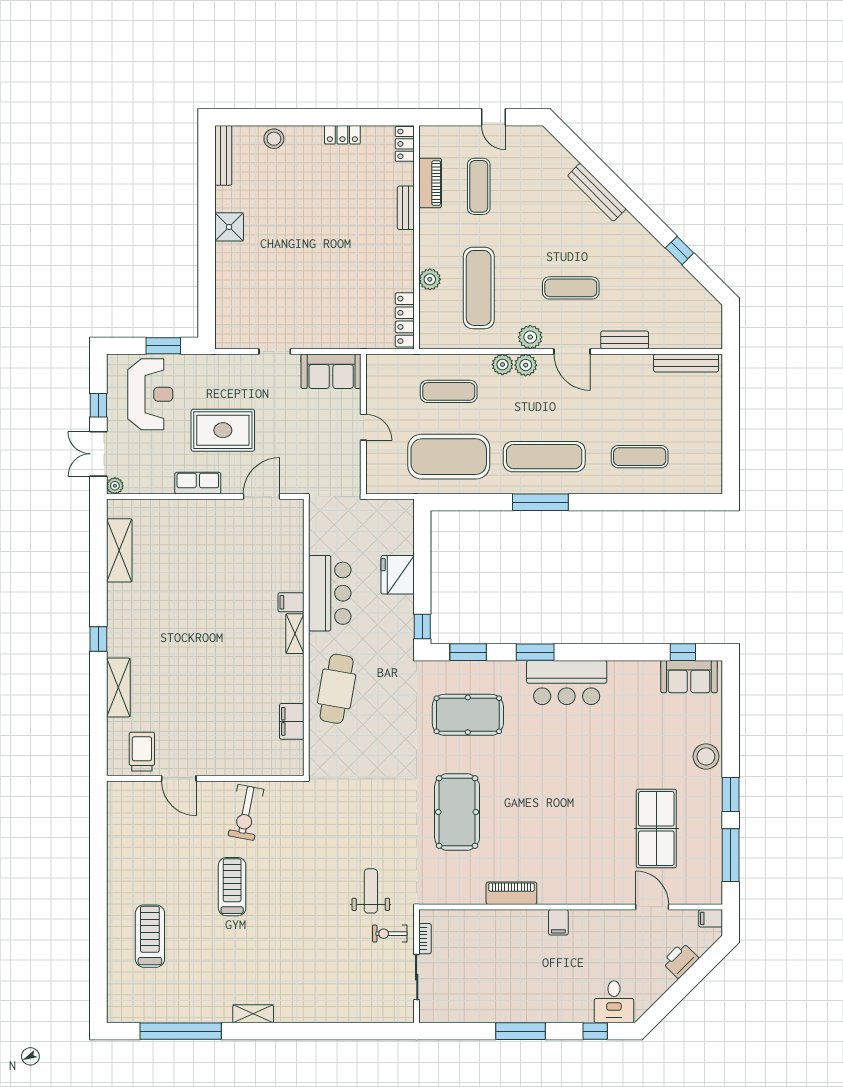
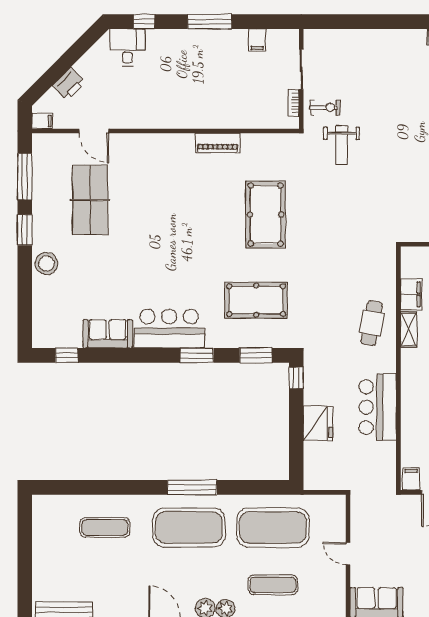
exercise mat: (544, 457) -> (189, 528), width x1.47
filing cabinet: (291, 602) -> (411, 479), moved, turned -90
shelving: (295, 634) -> (408, 329), moved
sofa: (689, 677) -> (108, 334), moved
cafe table: (337, 689) -> (372, 323), width x0.73, depth x0.74
filing cabinet: (558, 922) -> (257, 40), moved, turned 180

